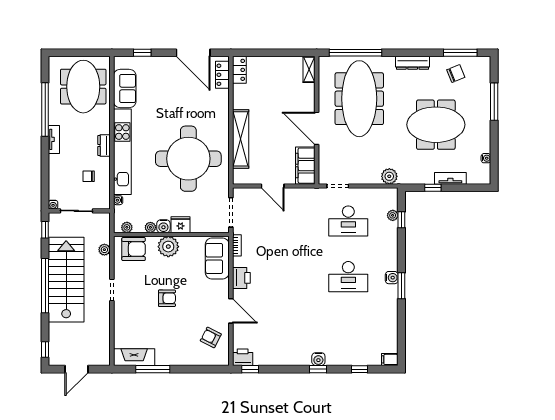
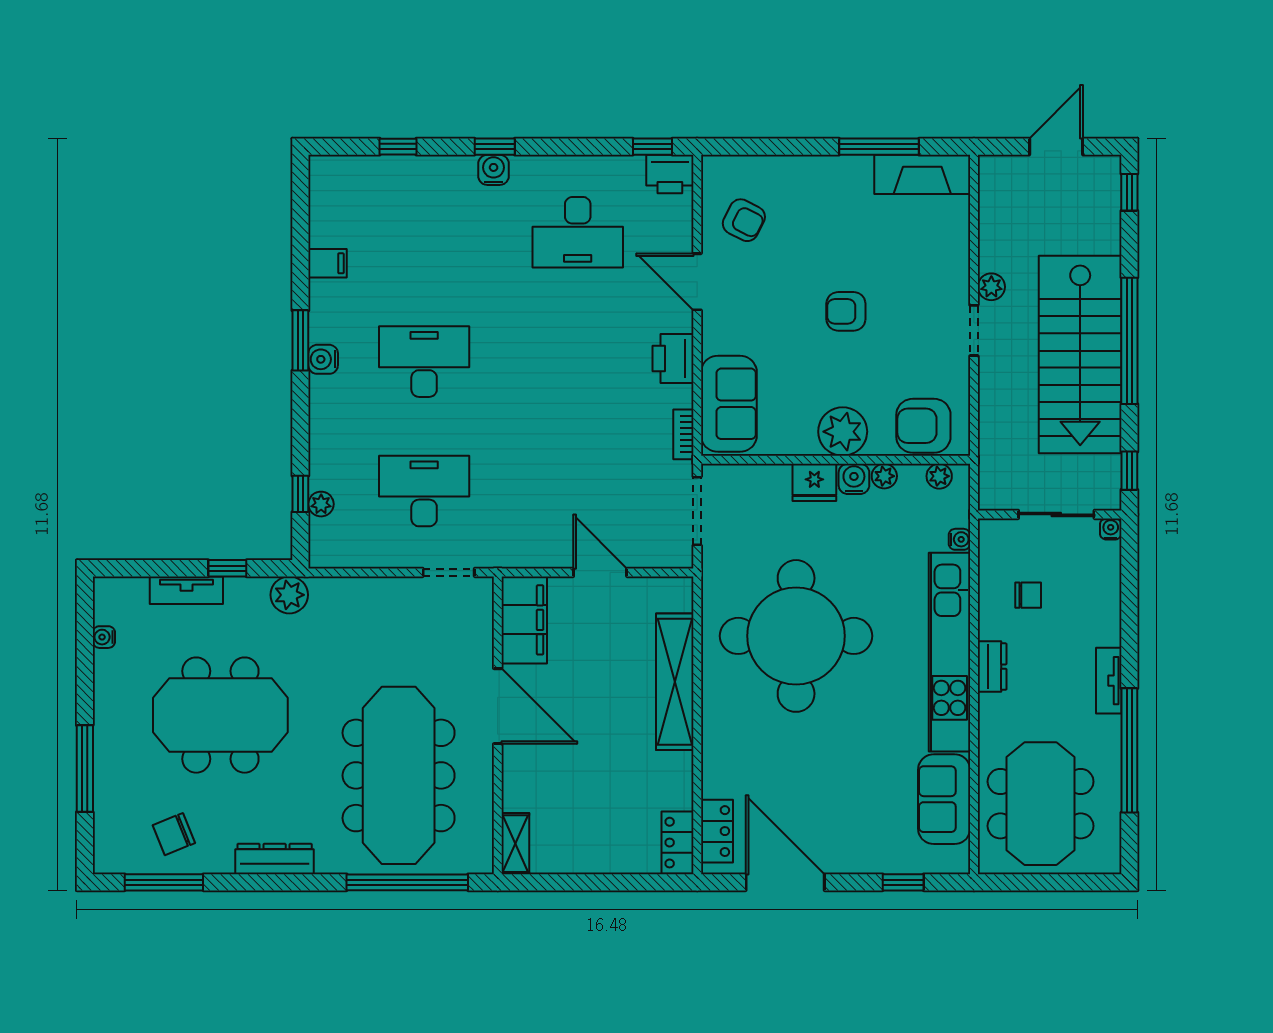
plant: (389, 176) -> (289, 595), moved
plant: (104, 250) -> (991, 287), moved
desk: (282, 332) -> (578, 232), added
filing cabinet: (390, 359) -> (328, 263), moved

